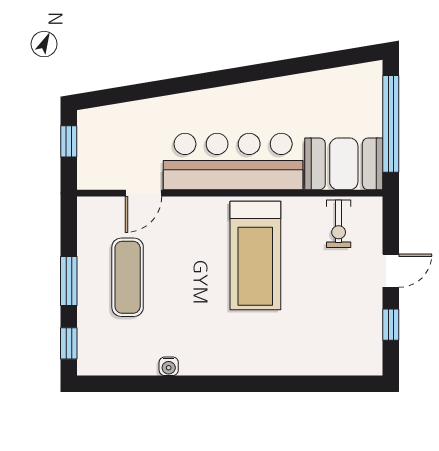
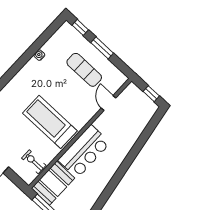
bar counter: (233, 162) -> (84, 151), width x0.73

